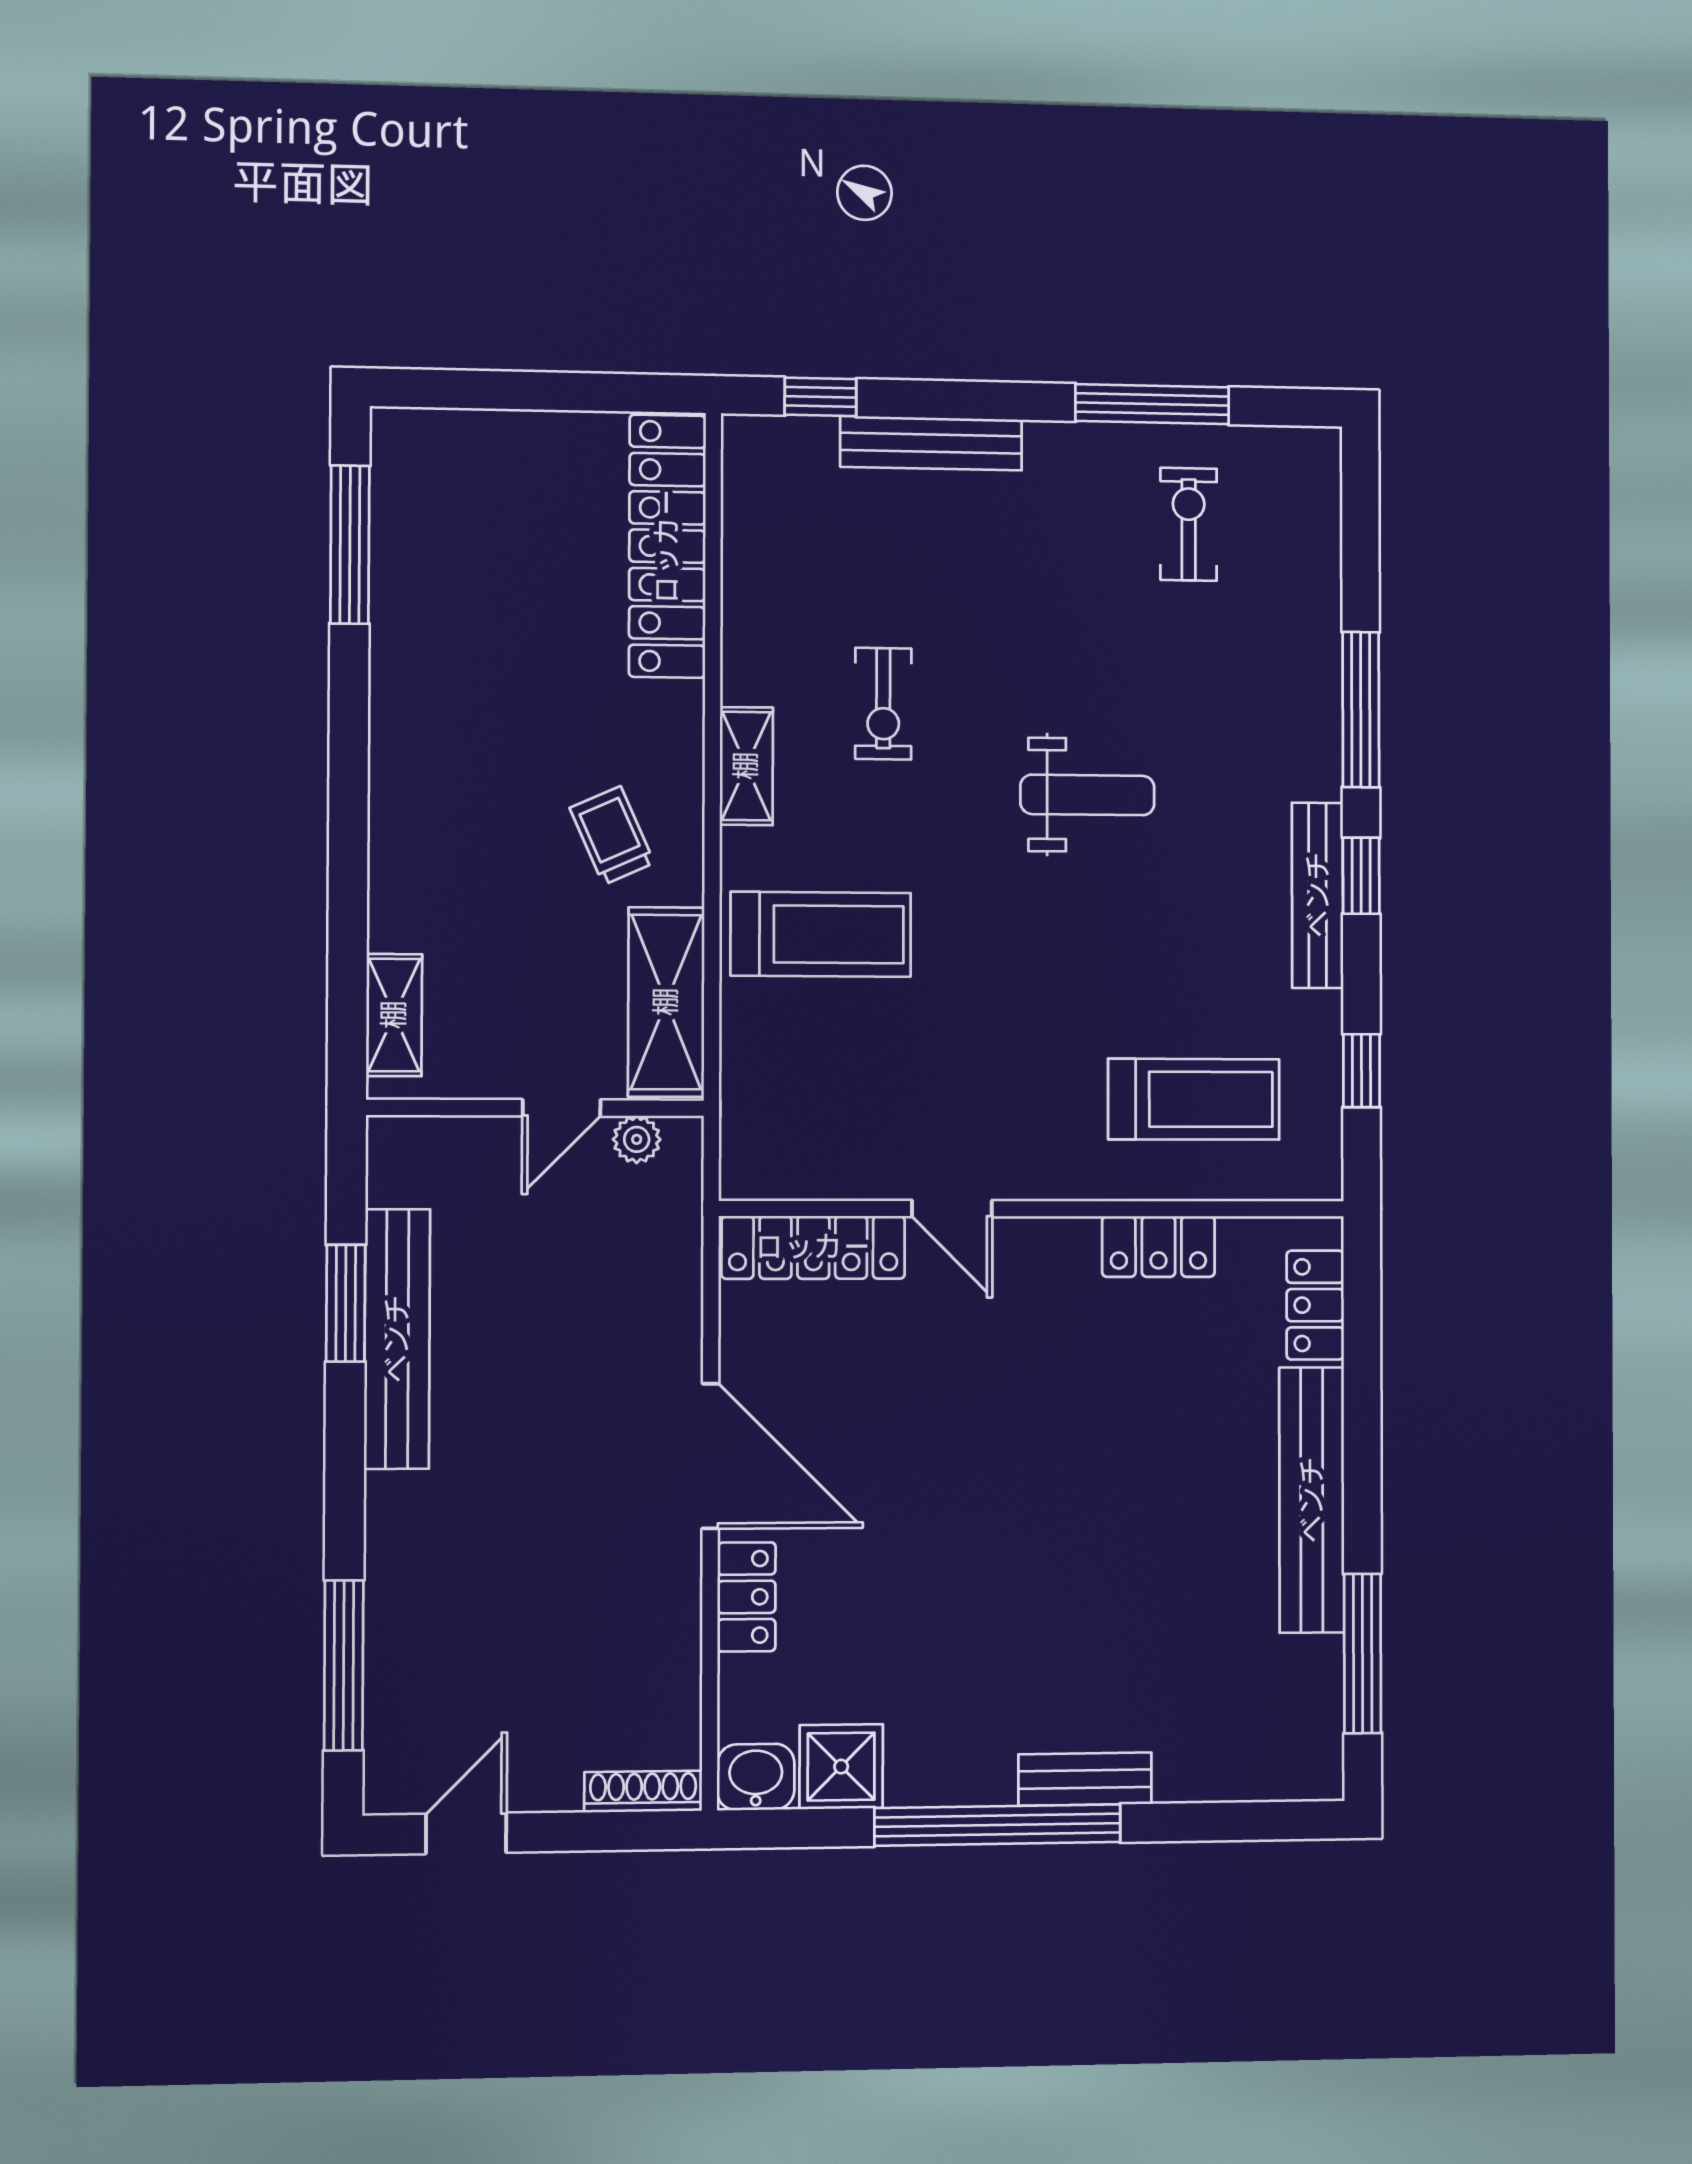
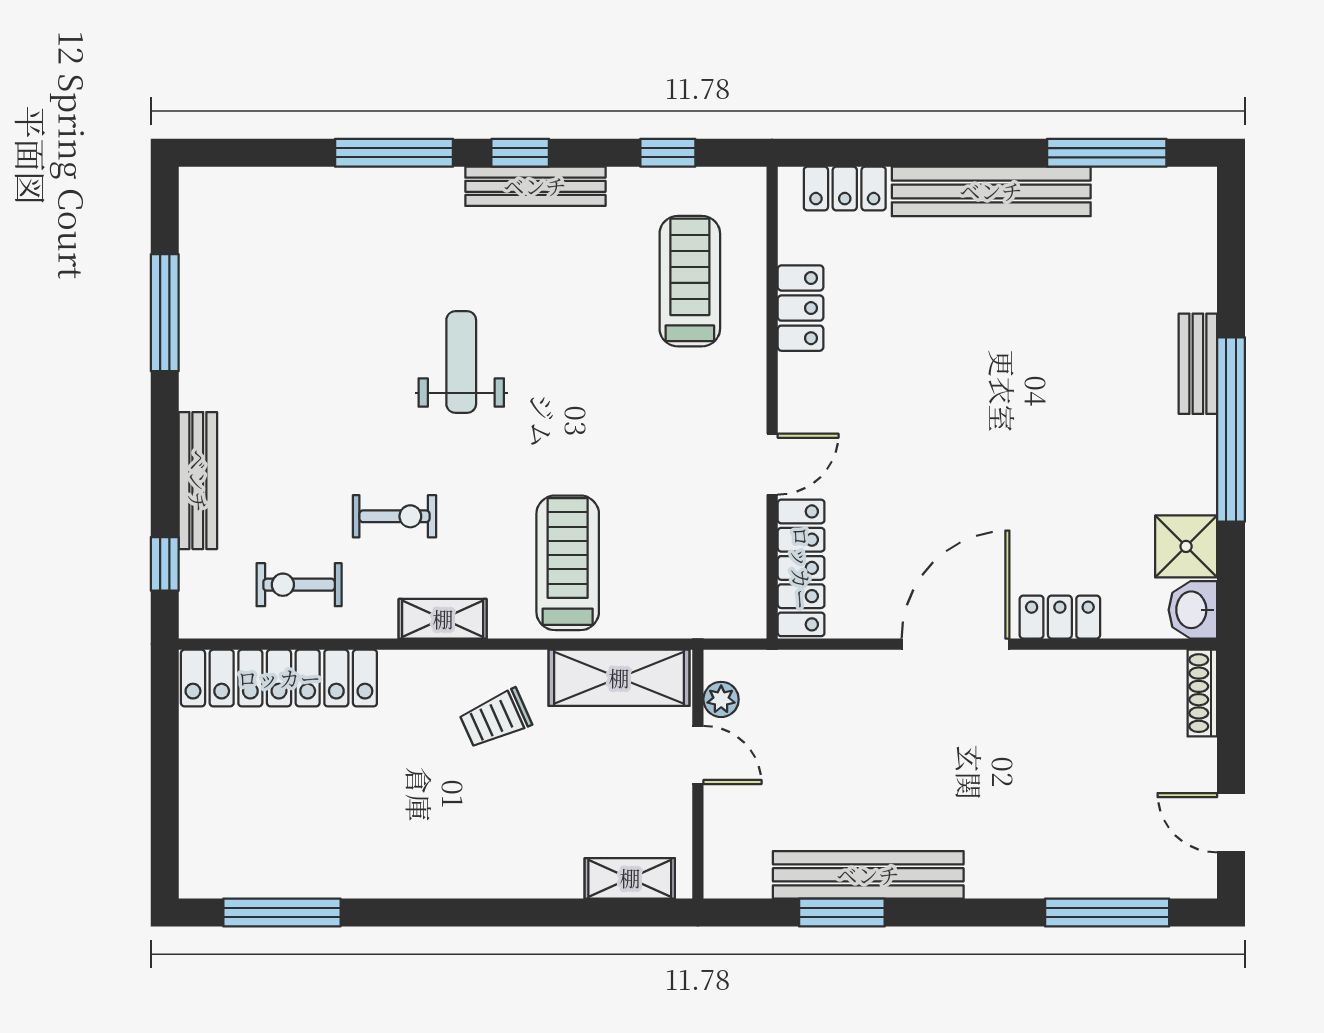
exercise bike: (1189, 524) -> (299, 585), moved

